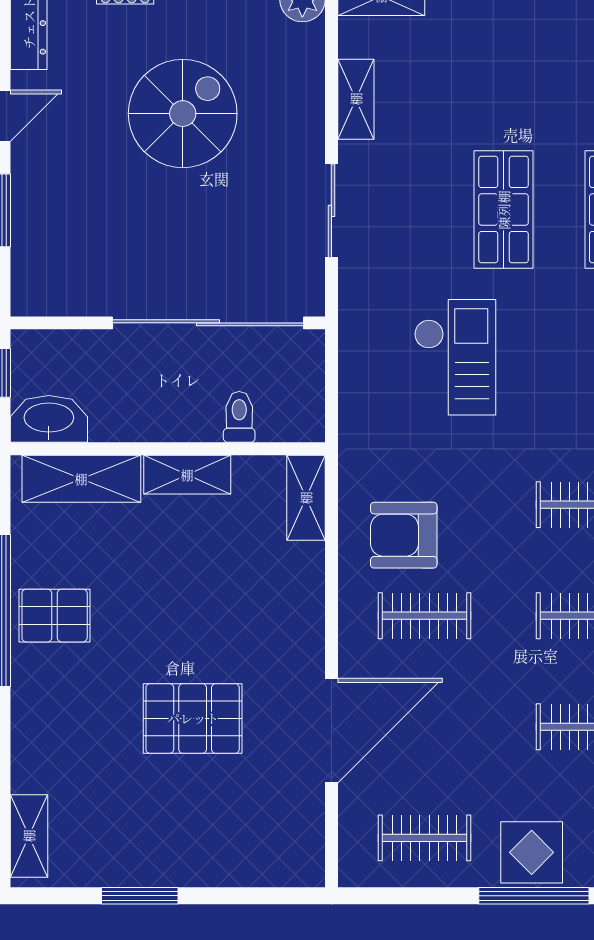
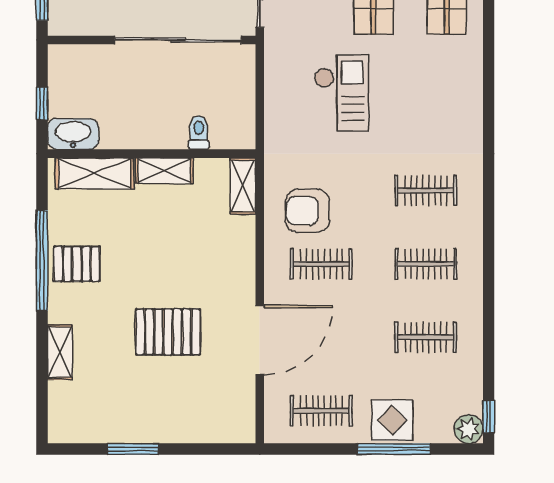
wall: (168, 323) -> (152, 40), moved
sliding door: (208, 323) -> (178, 40), moved
shelving: (29, 836) -> (60, 352), moved

